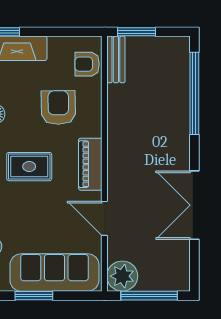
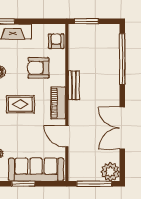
bench: (116, 59) -> (74, 85), moved
armchair: (87, 64) -> (56, 41), turned 90
armchair: (58, 108) -> (38, 68), turned -89
plant: (122, 276) -> (110, 172), moved

